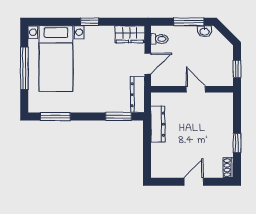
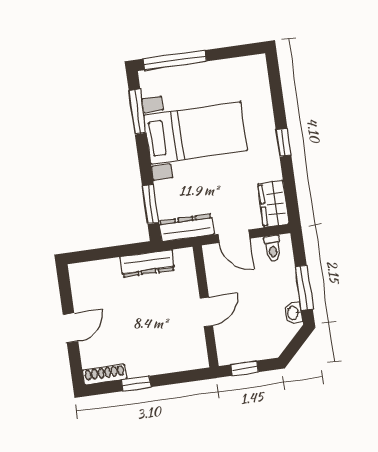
bed with nightstands: (56, 59) -> (196, 133), moved, turned 180
window: (24, 68) -> (175, 60), moved
shoe rack: (228, 168) -> (105, 375), width x1.43
door: (194, 182) -> (71, 328), hinge flipped

